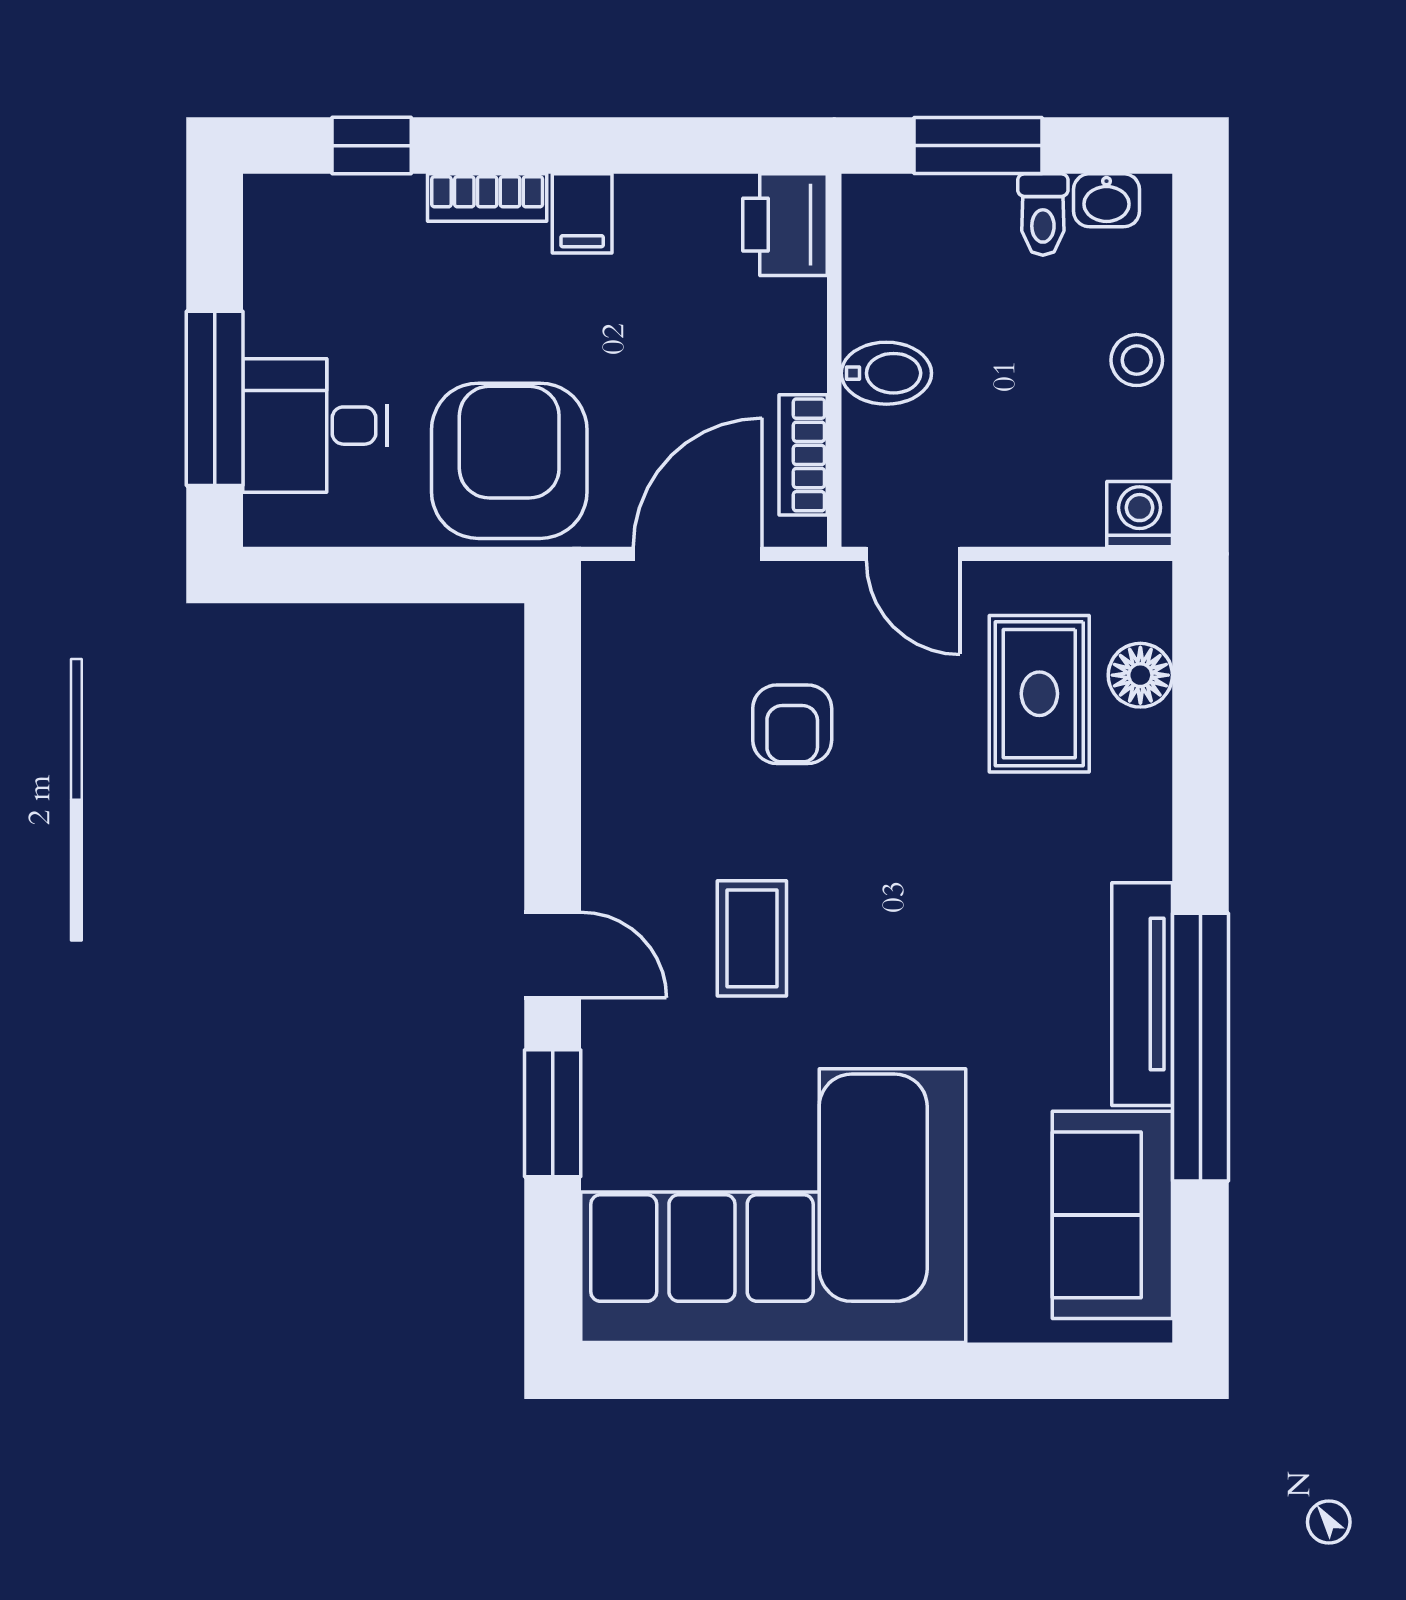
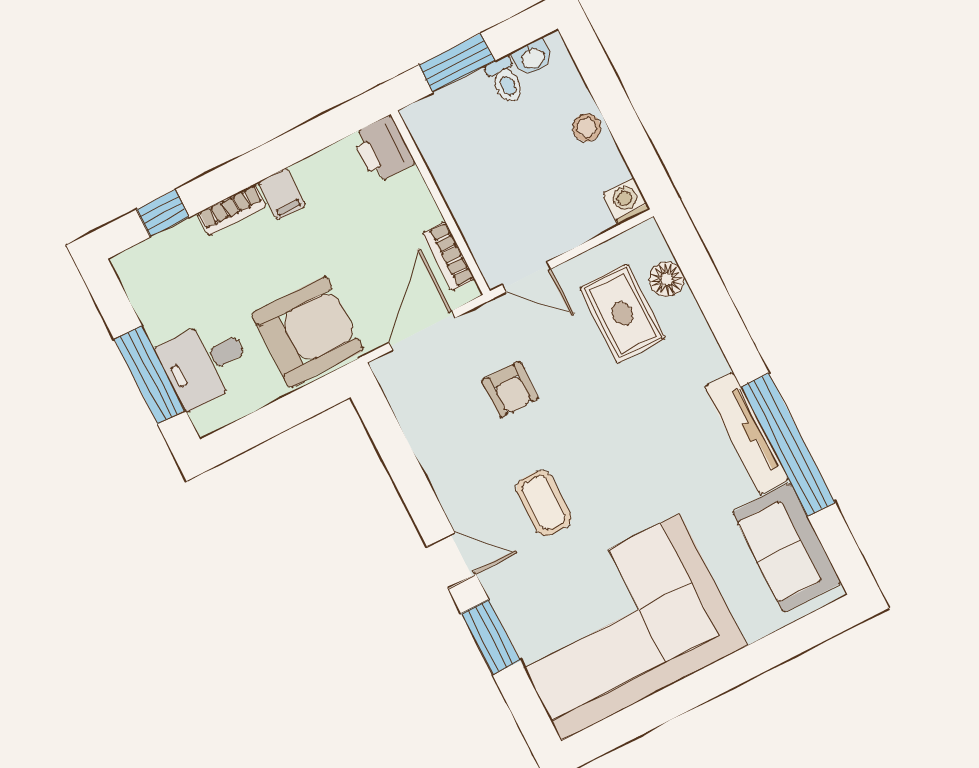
bidet: (886, 373) -> (469, 196), removed
armchair: (509, 461) -> (308, 332), turned 90

